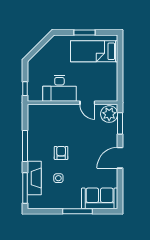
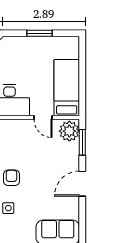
bed: (94, 51) -> (67, 88), moved, turned 90

